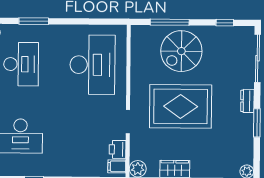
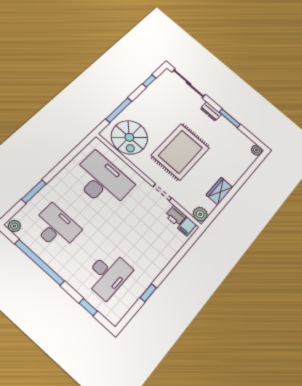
spiral stairs: (181, 51) -> (129, 137), moved

